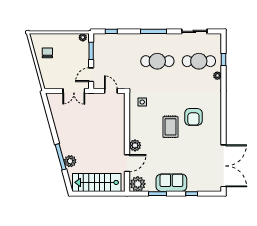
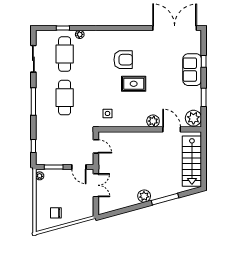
door: (111, 91) -> (96, 146), swing flipped
plant: (70, 161) -> (144, 196), moved
sofa: (171, 183) -> (192, 70), moved

